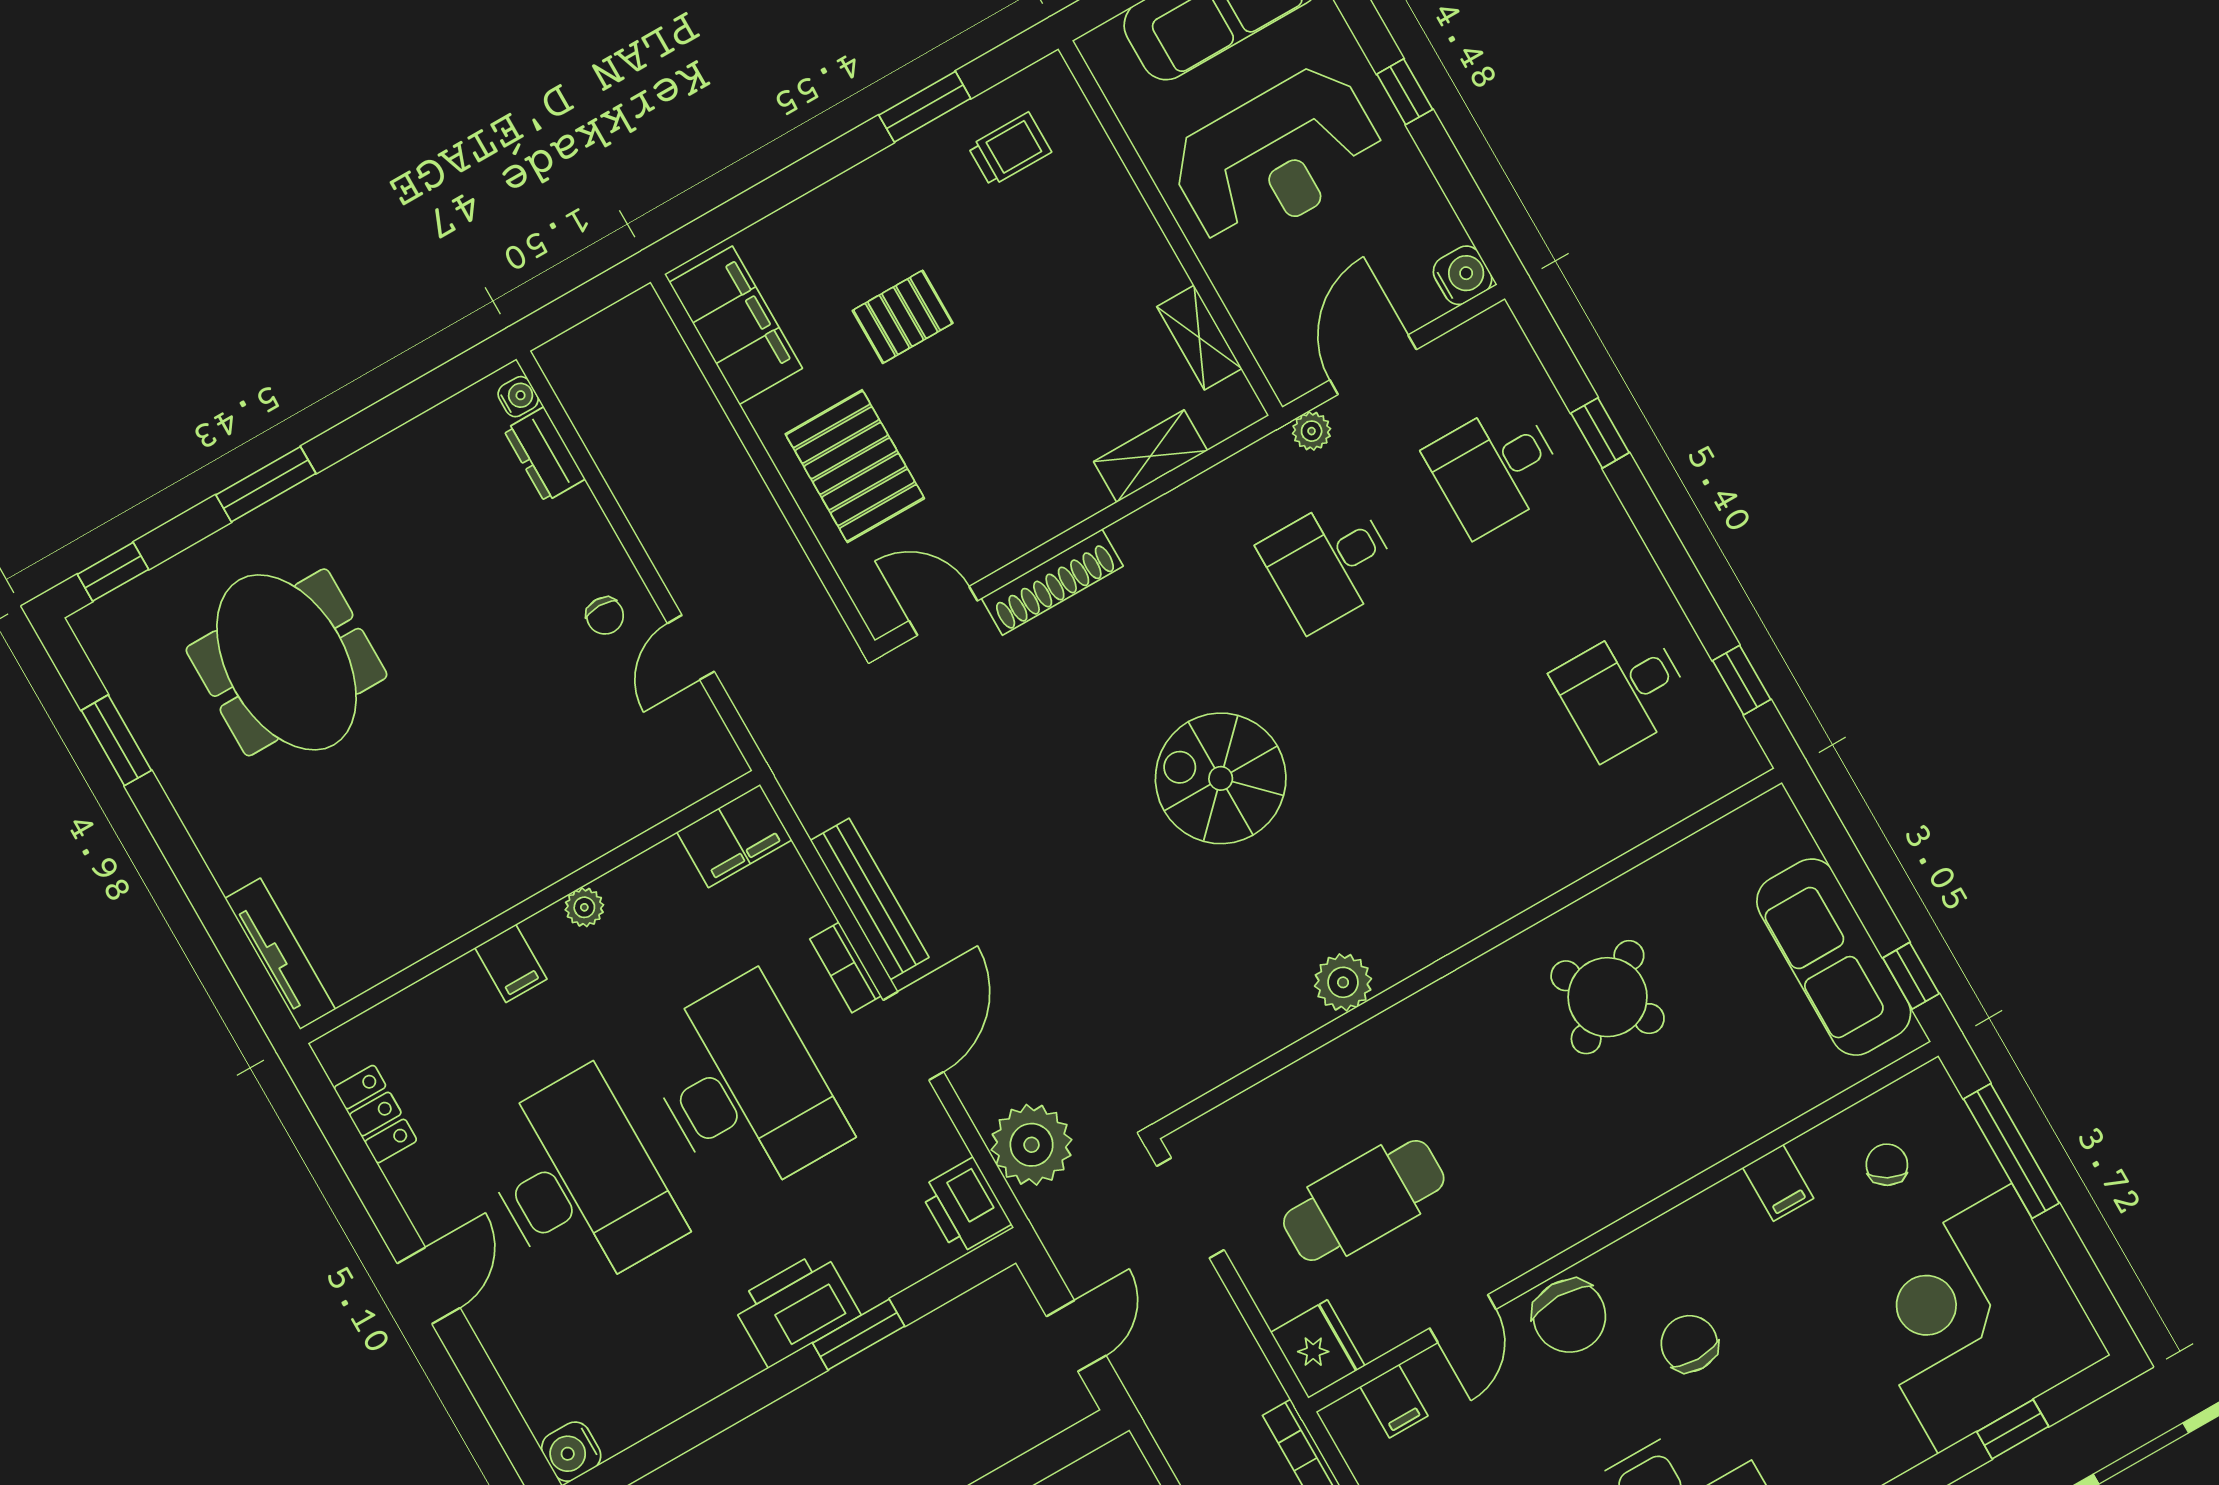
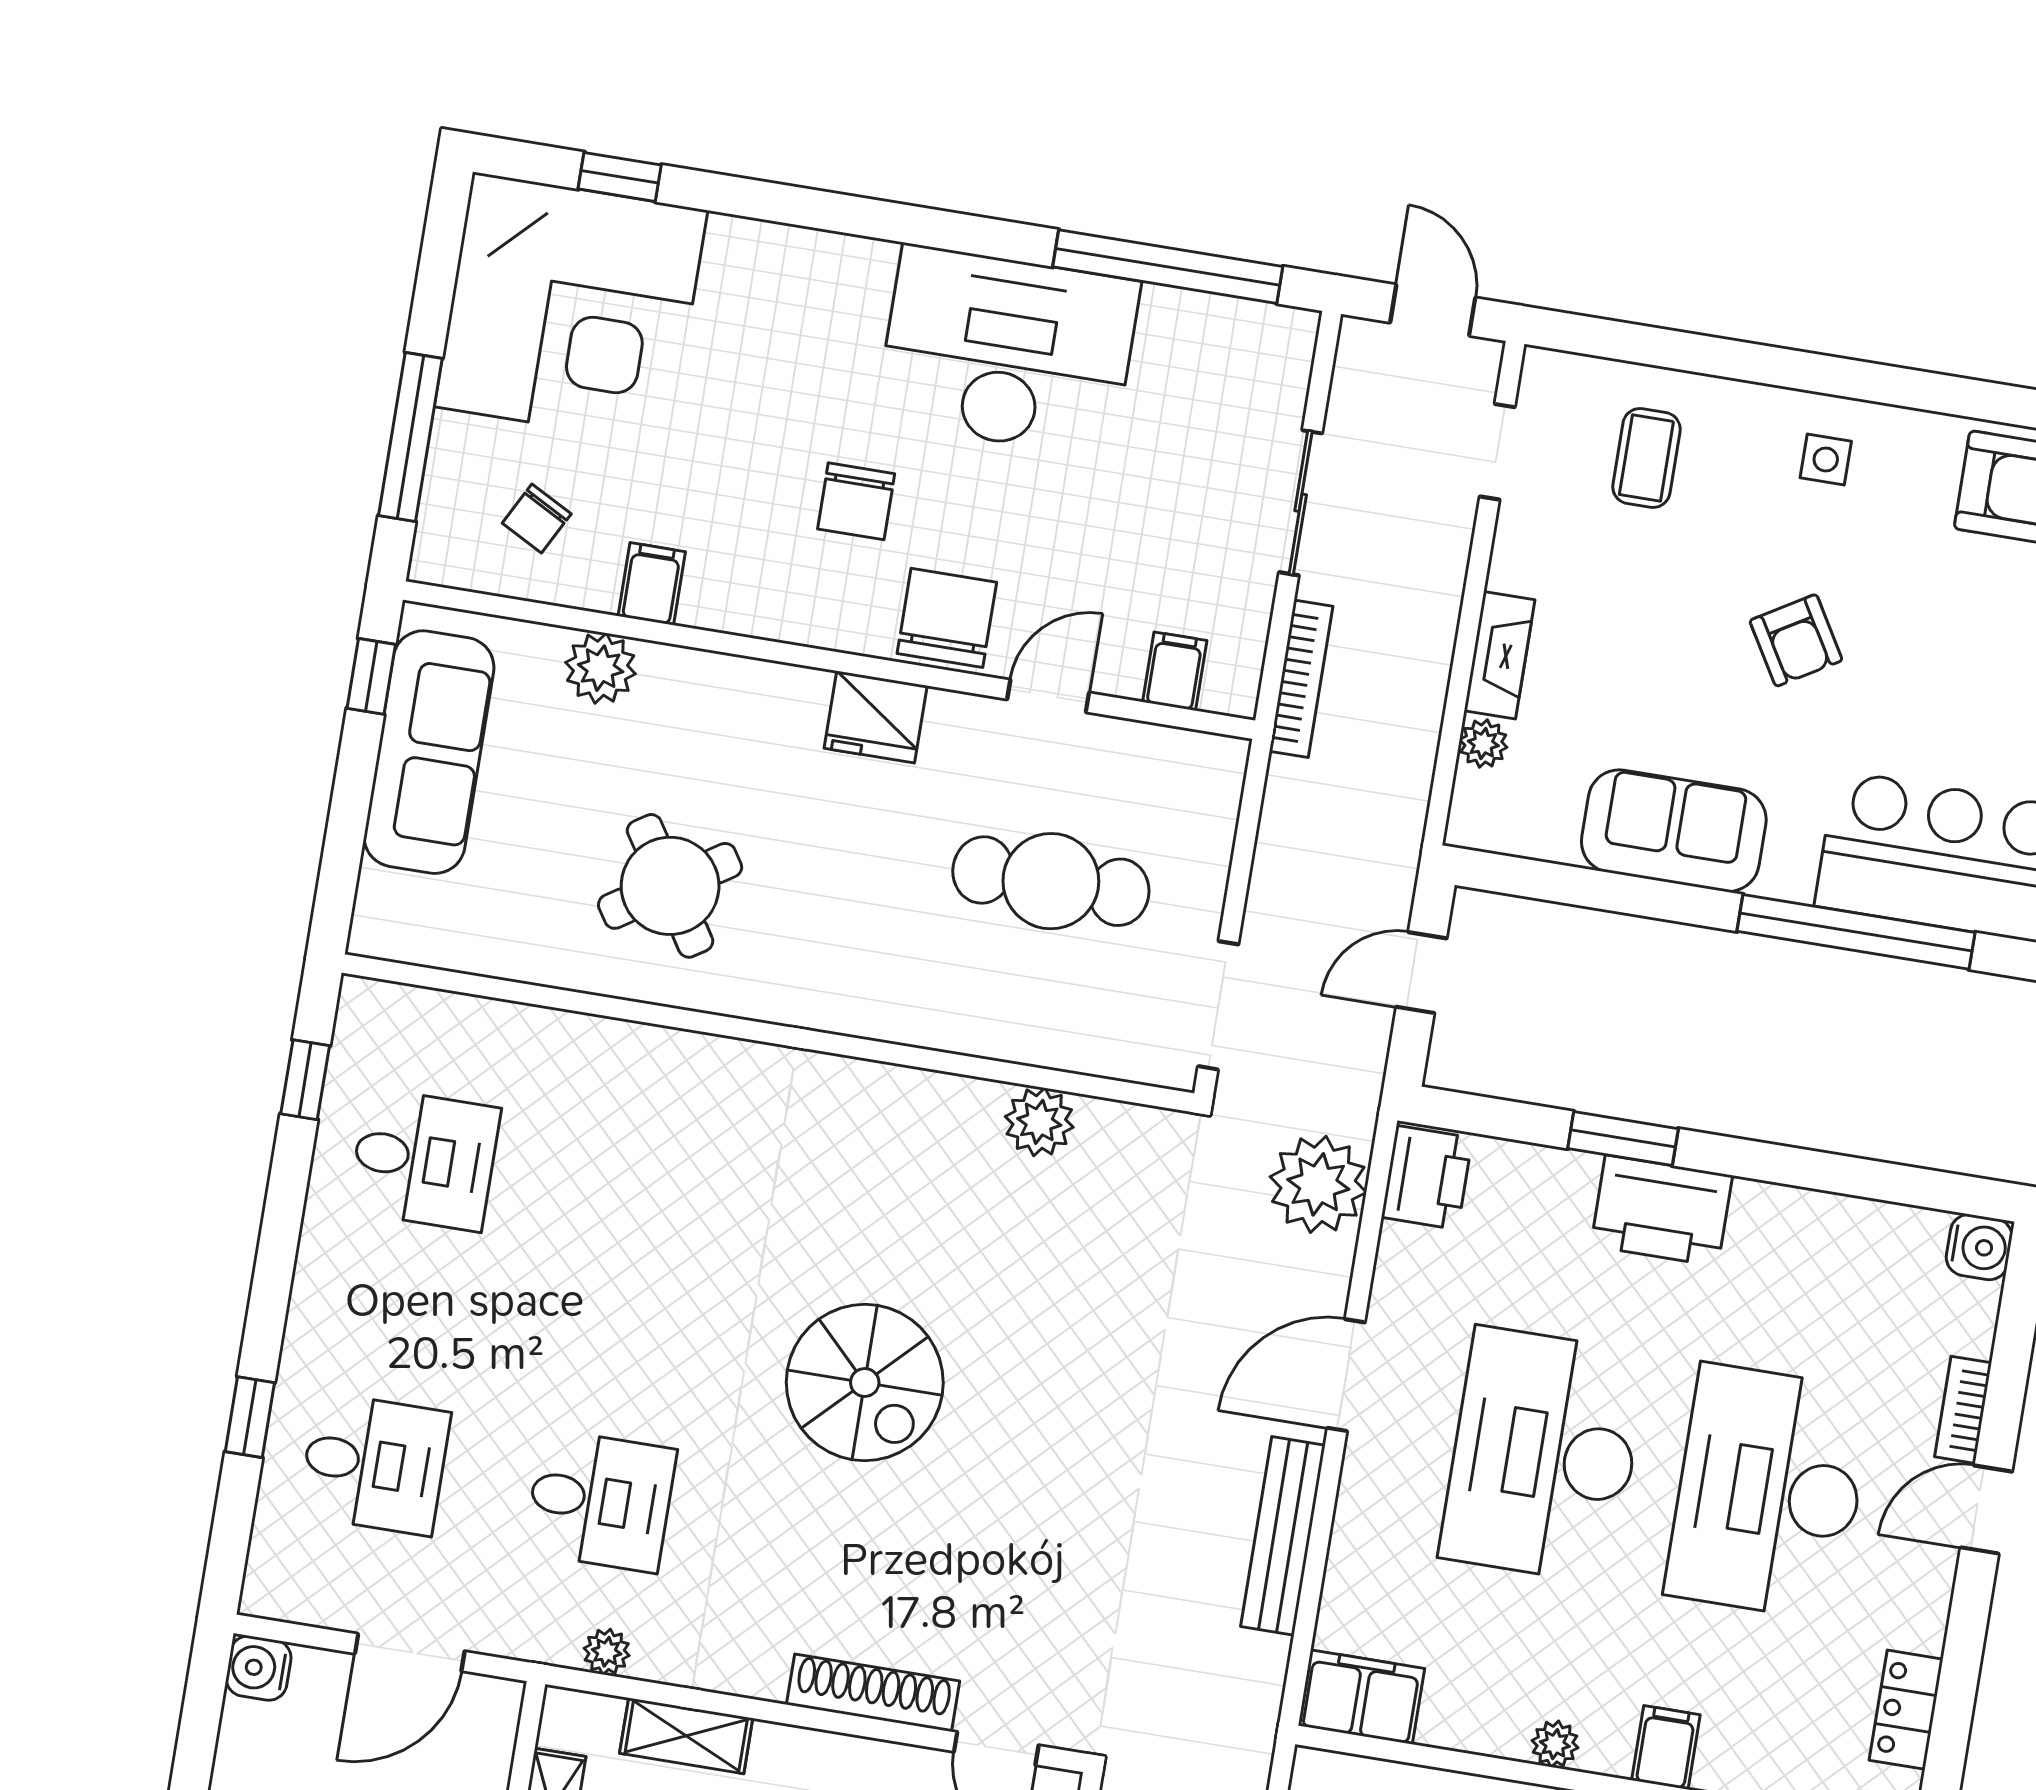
plant: (1312, 431) -> (607, 1652), moved
bookcase: (845, 967) -> (1963, 1410), moved, turned 180
plant: (1343, 982) -> (1039, 1122), moved
plant: (1767, 1102) -> (601, 668), added
fridge: (1318, 1349) -> (876, 717), moved, turned -90

